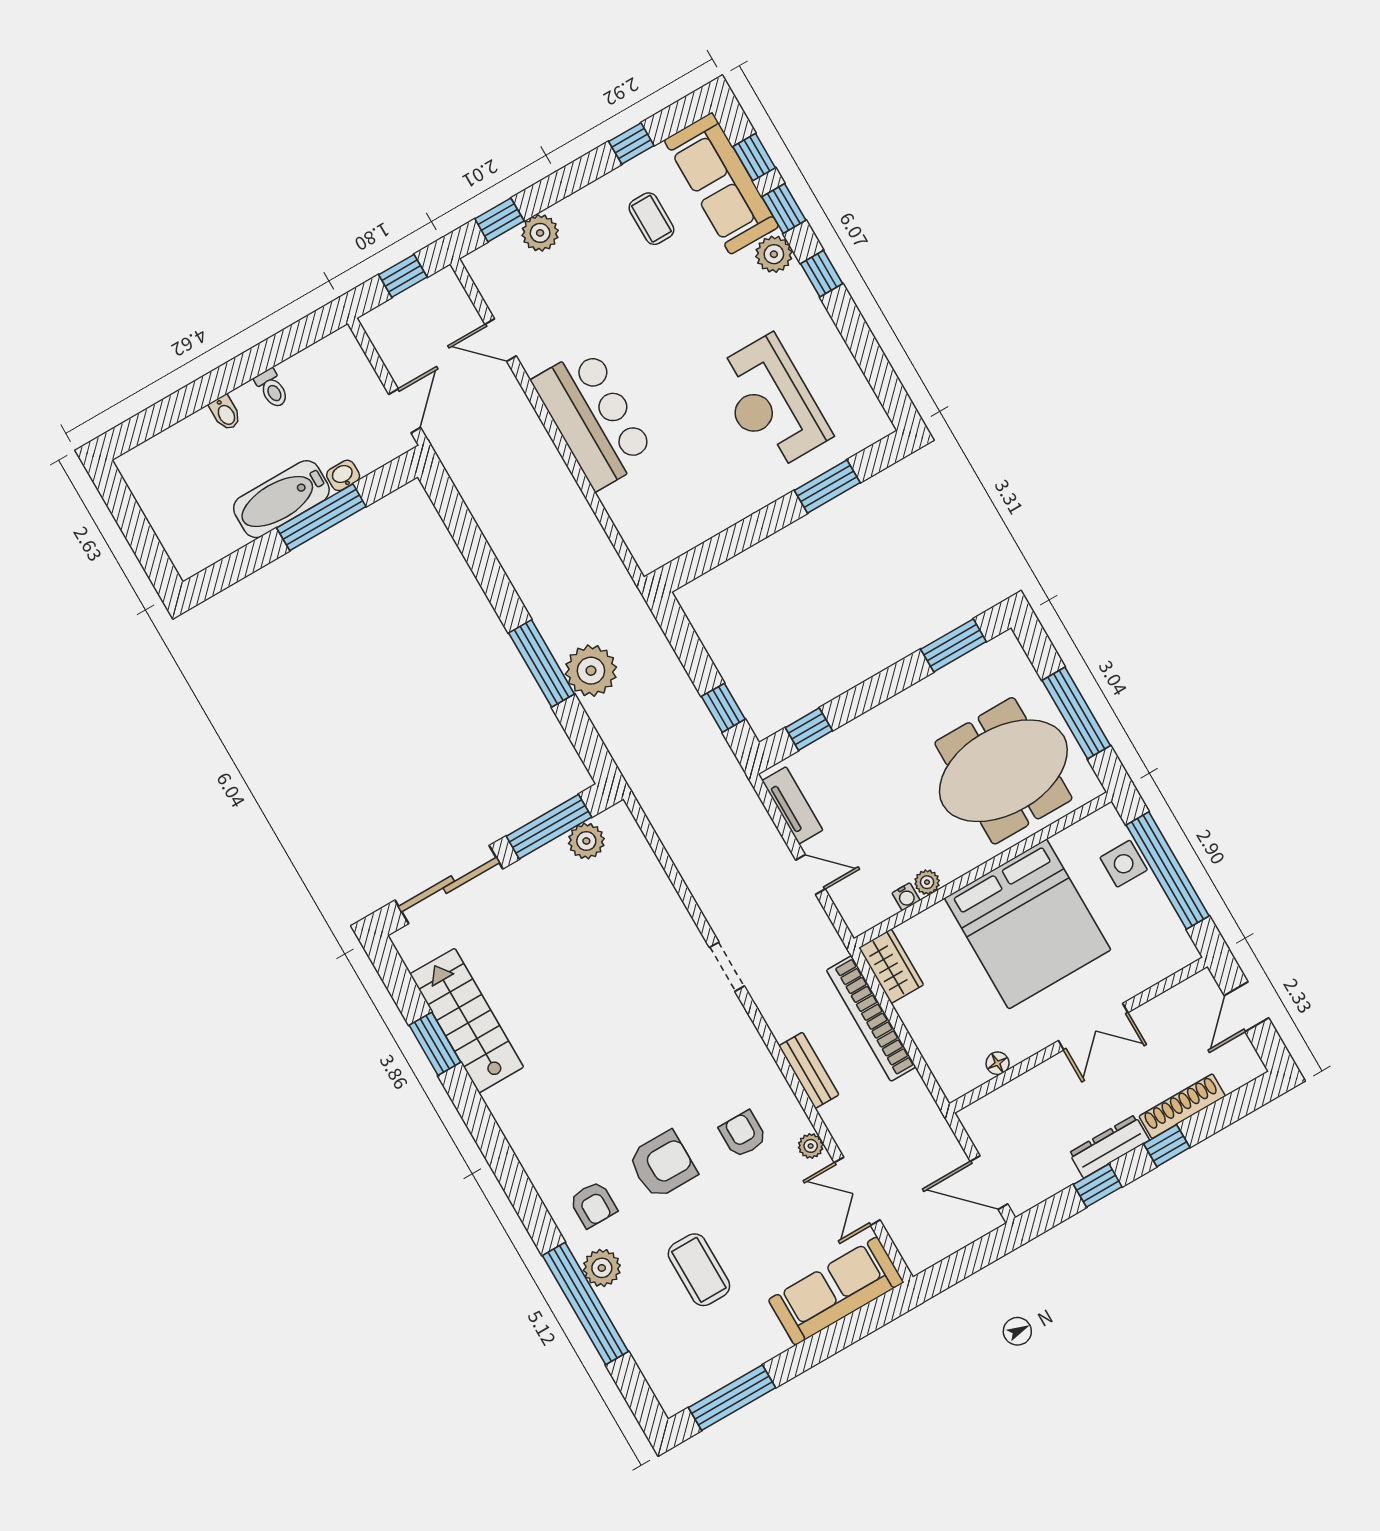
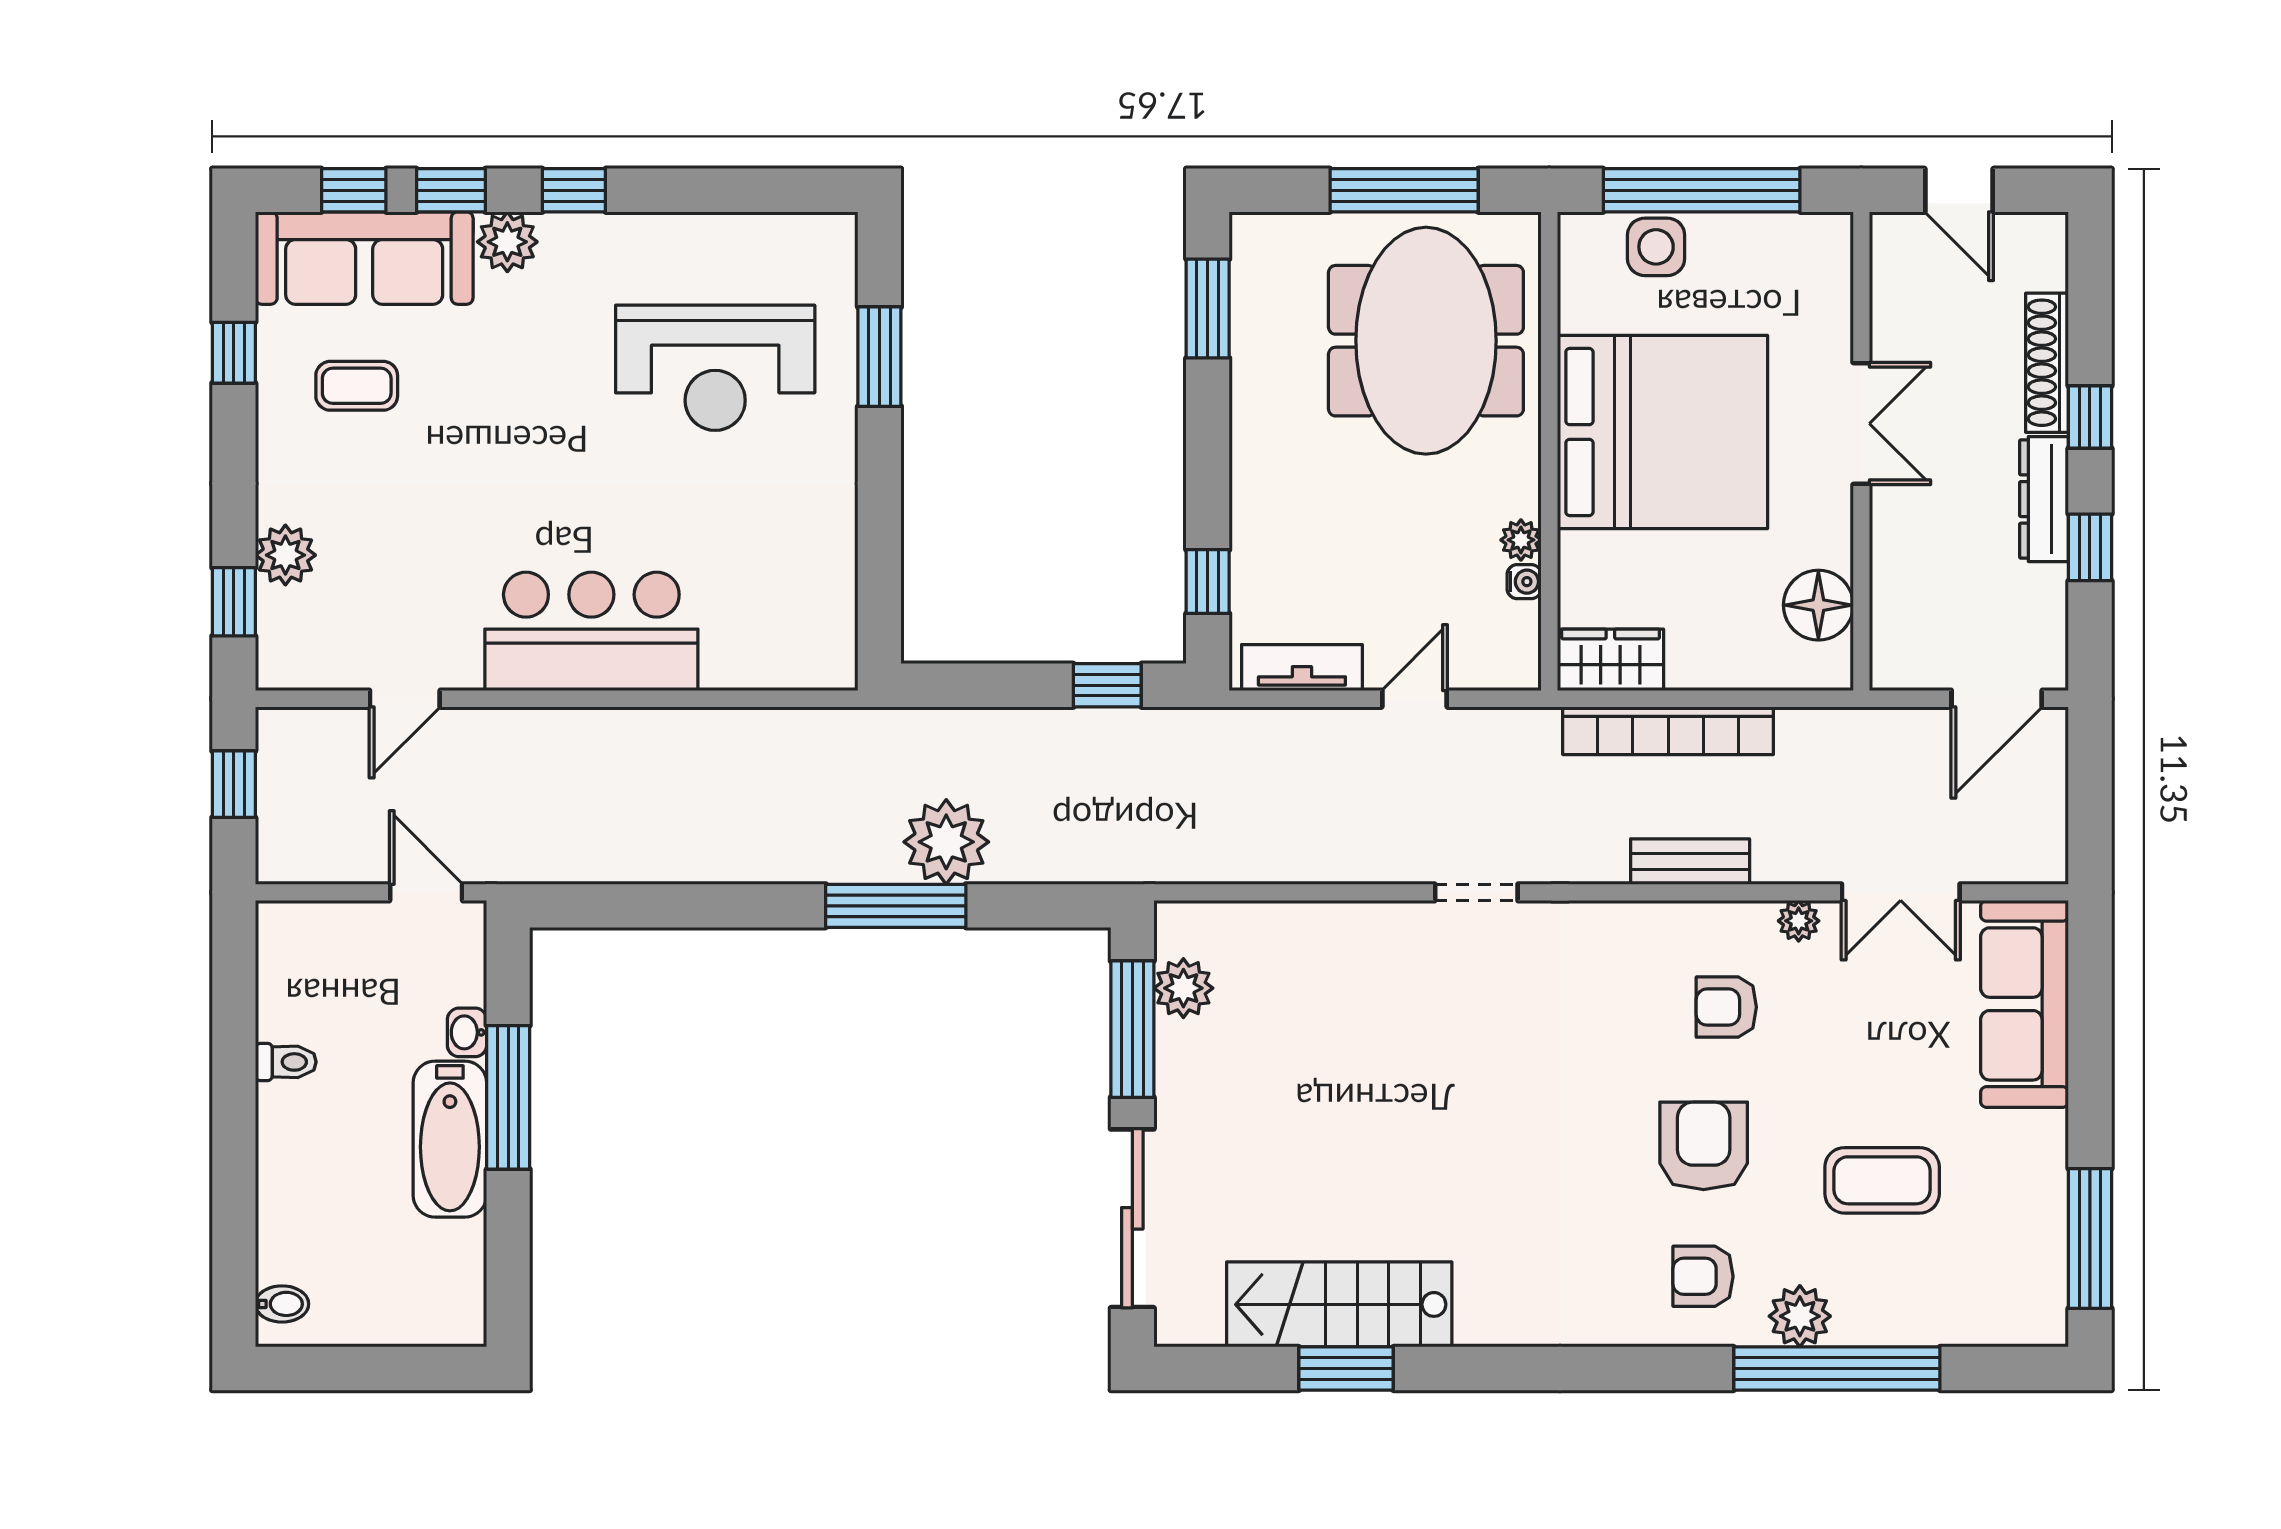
bidet: (225, 413) -> (282, 1304), moved
floor lamp: (998, 1063) -> (1818, 605), width x1.89, depth x1.89
armchair: (593, 1204) -> (1703, 1276), turned 180

